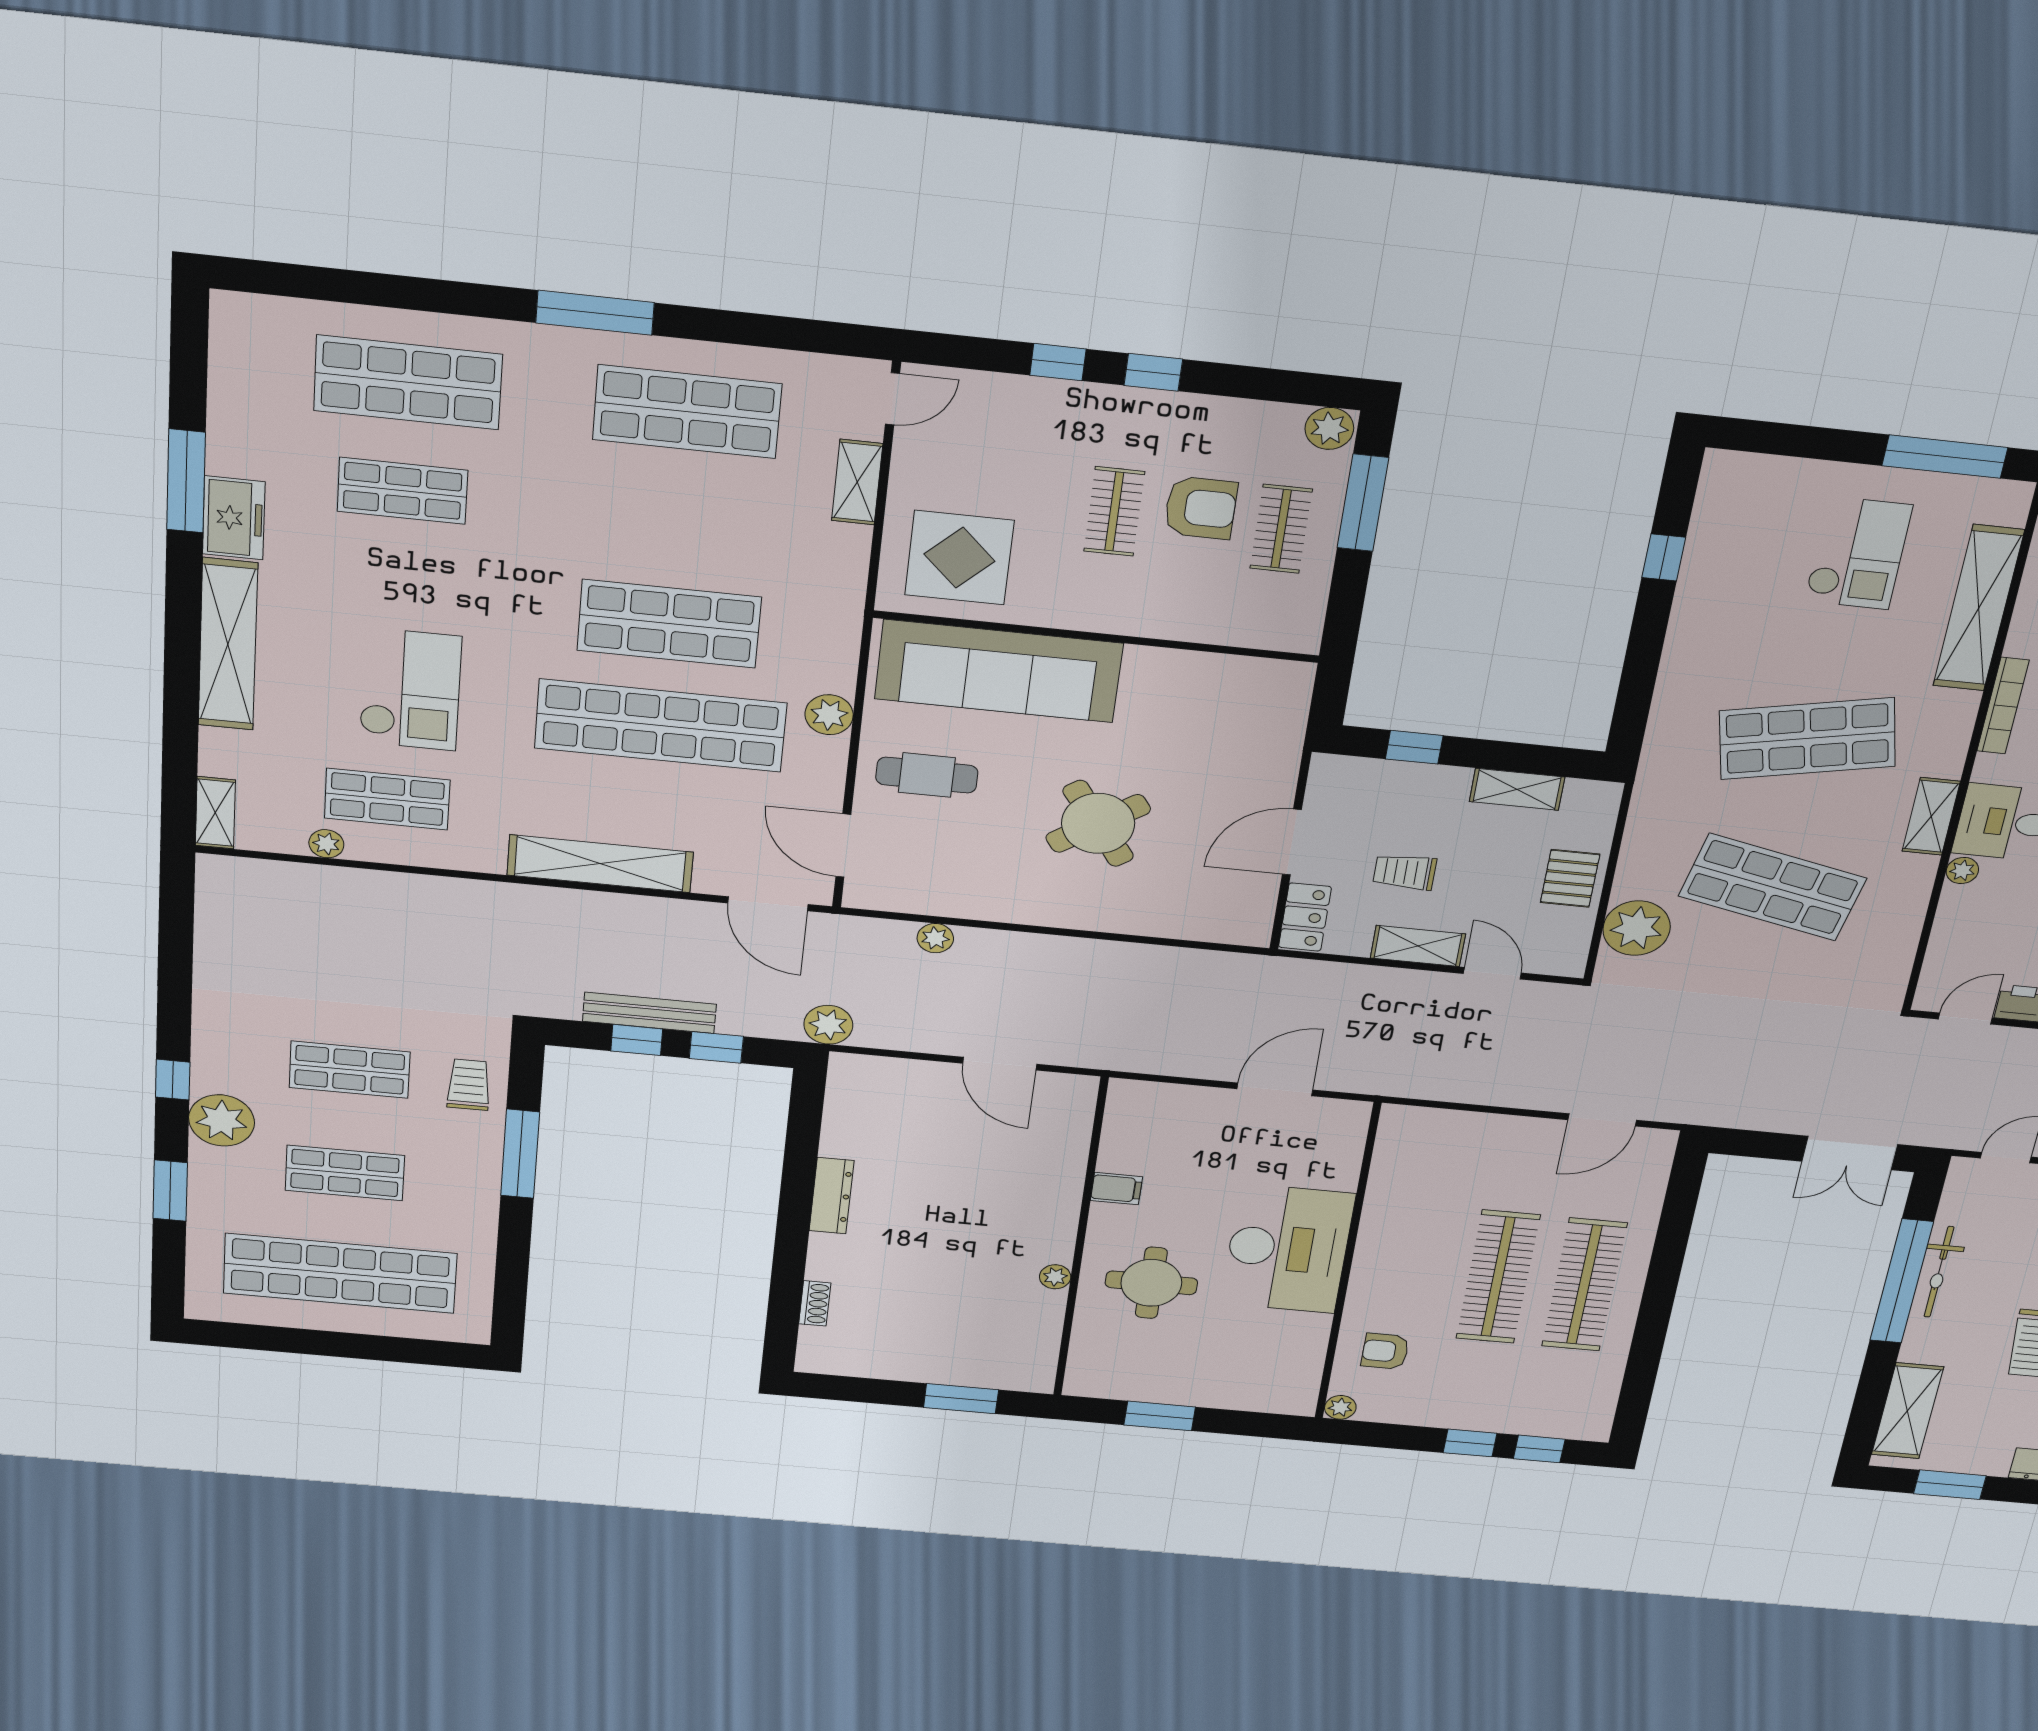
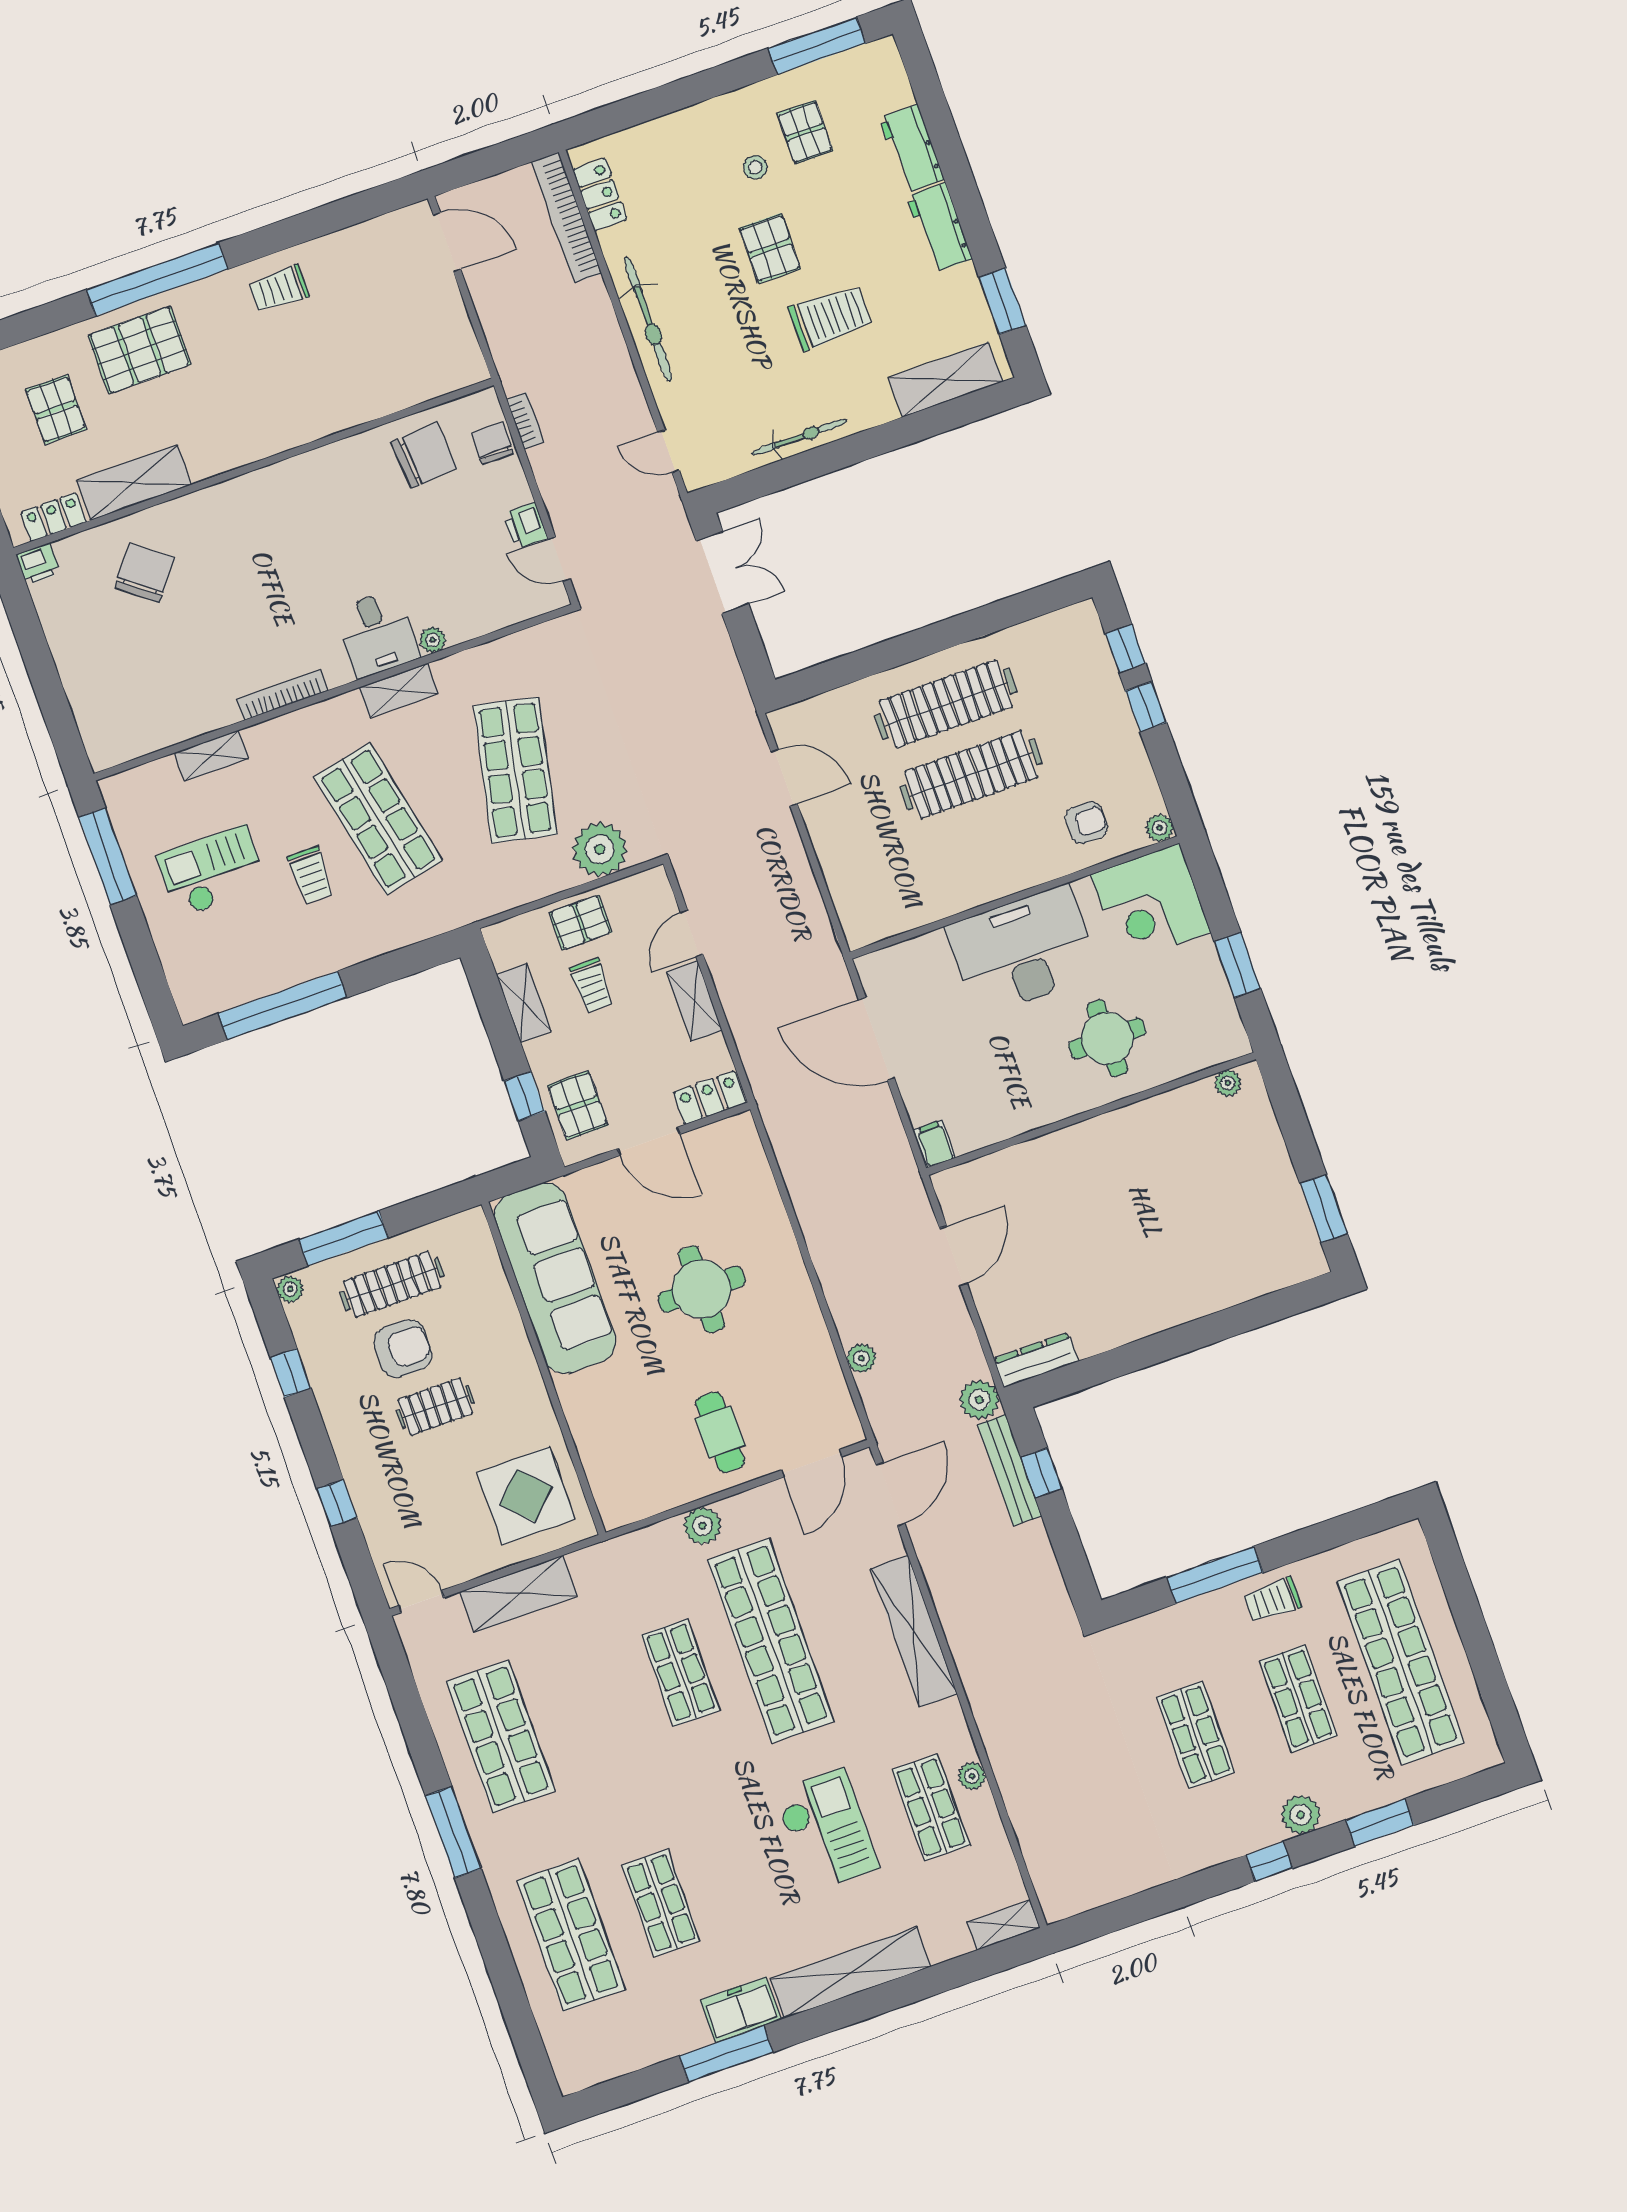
window: (1153, 372) -> (291, 1373), moved
plant: (1329, 428) -> (290, 1289), width x0.73, depth x0.73
shelving: (857, 482) -> (518, 1594), width x1.50, depth x1.33
armchair: (1201, 508) -> (403, 1349), turned 90
clothes rail: (1281, 529) -> (392, 1284), width x1.36
window: (1664, 557) -> (283, 1005), width x3.17
shelving: (1979, 608) -> (212, 756), width x0.45, depth x0.75
shop shelf: (669, 624) -> (681, 1673), width x0.70, depth x0.74
trolley: (1789, 648) -> (311, 875), added
sofa: (999, 671) -> (555, 1278), moved
checkout: (410, 689) -> (826, 1830), turned 90
pallet: (1373, 793) -> (578, 1105), added
round table: (1098, 823) -> (702, 1289), turned 35
plant: (326, 844) -> (972, 1776), moved
trolley: (1405, 872) -> (592, 986), moved
bench: (649, 1013) -> (1010, 1470), moved
window: (637, 1040) -> (1063, 1535), removed
trolley: (469, 1085) -> (1272, 1600), moved
door: (1275, 1089) -> (877, 1039), width x1.36
plant: (222, 1120) -> (1301, 1815), width x0.73, depth x0.73
filing cabinet: (1117, 1189) -> (935, 1144), moved
dresser: (832, 1196) -> (1036, 1360), moved
plant: (1055, 1277) -> (1228, 1083), moved
window: (1902, 1281) -> (822, 460), removed
shoe rack: (815, 1303) -> (1254, 1287), removed
armchair: (1385, 1351) -> (1086, 823), turned -90
corner desk: (1268, 1371) -> (1151, 903), added
window: (961, 1399) -> (1324, 1208), moved

